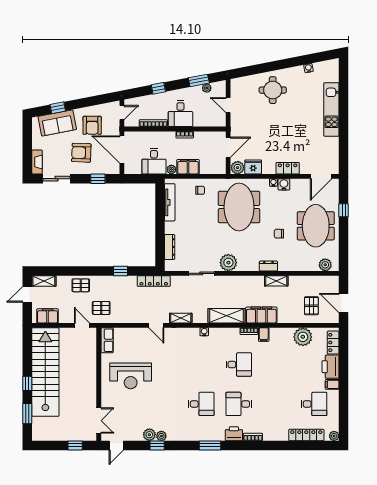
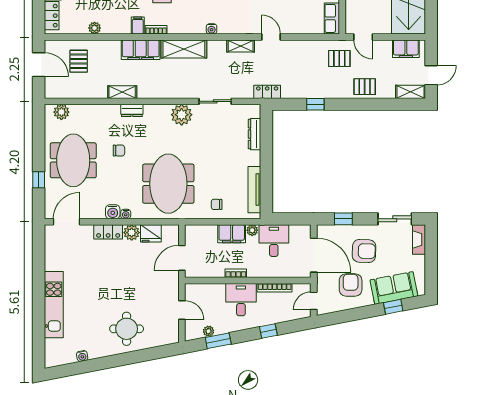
plant: (238, 168) -> (132, 233), moved
locker: (154, 281) -> (267, 92), width x0.66
plant: (303, 337) -> (95, 28), width x0.53, depth x0.53

